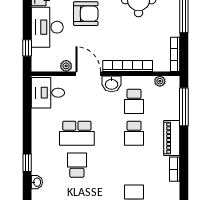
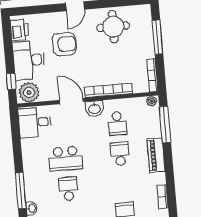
plant: (66, 66) -> (29, 92), moved, width x1.88, depth x1.88
plant: (160, 81) -> (152, 101), moved
school desk: (134, 133) -> (120, 154), turned 180
window: (27, 163) -> (21, 191), width x2.17
bookcase: (175, 169) -> (163, 197), moved

